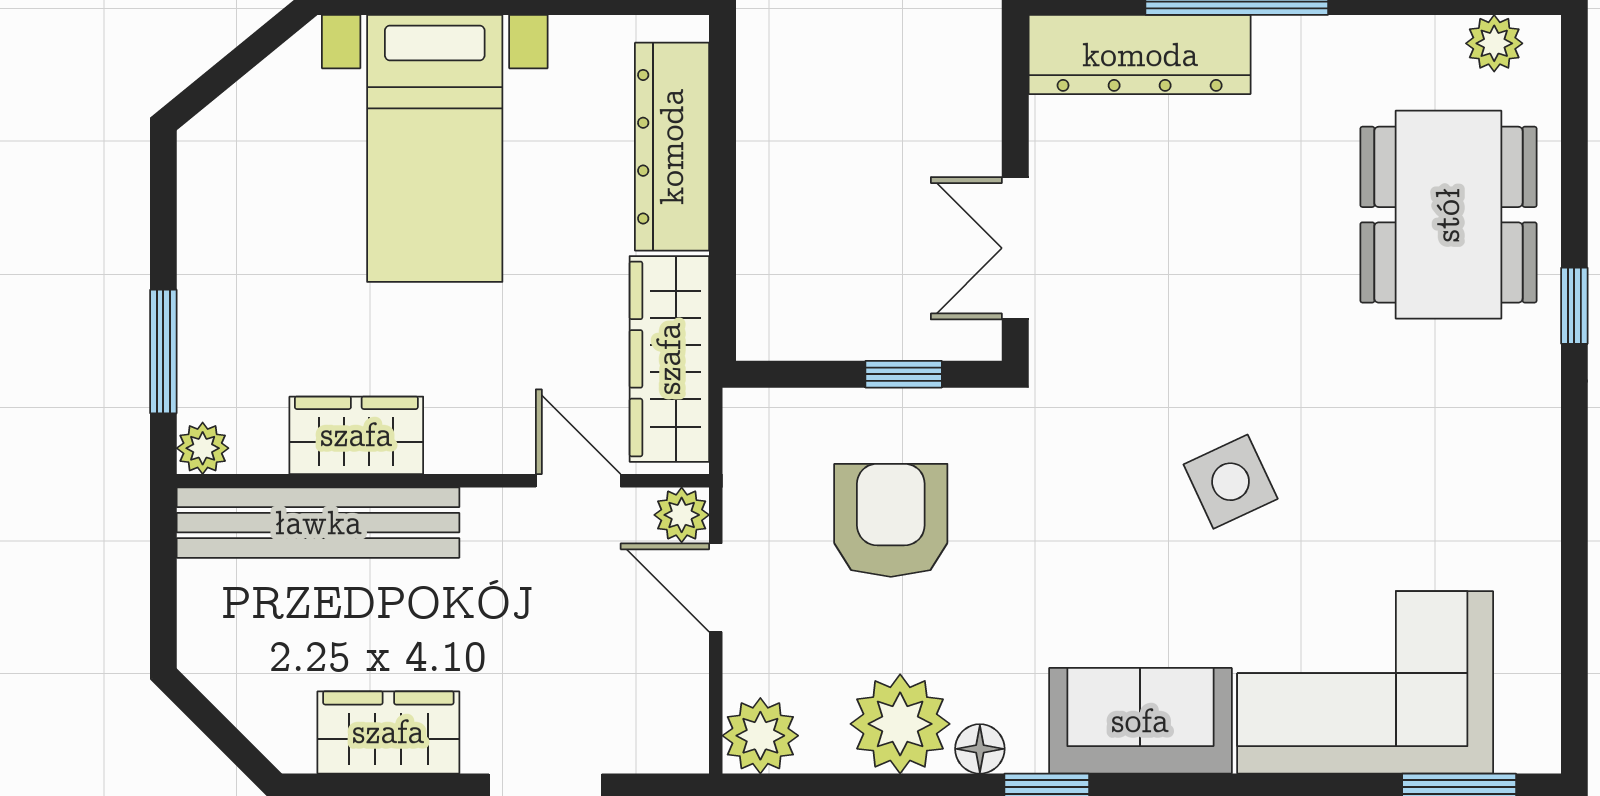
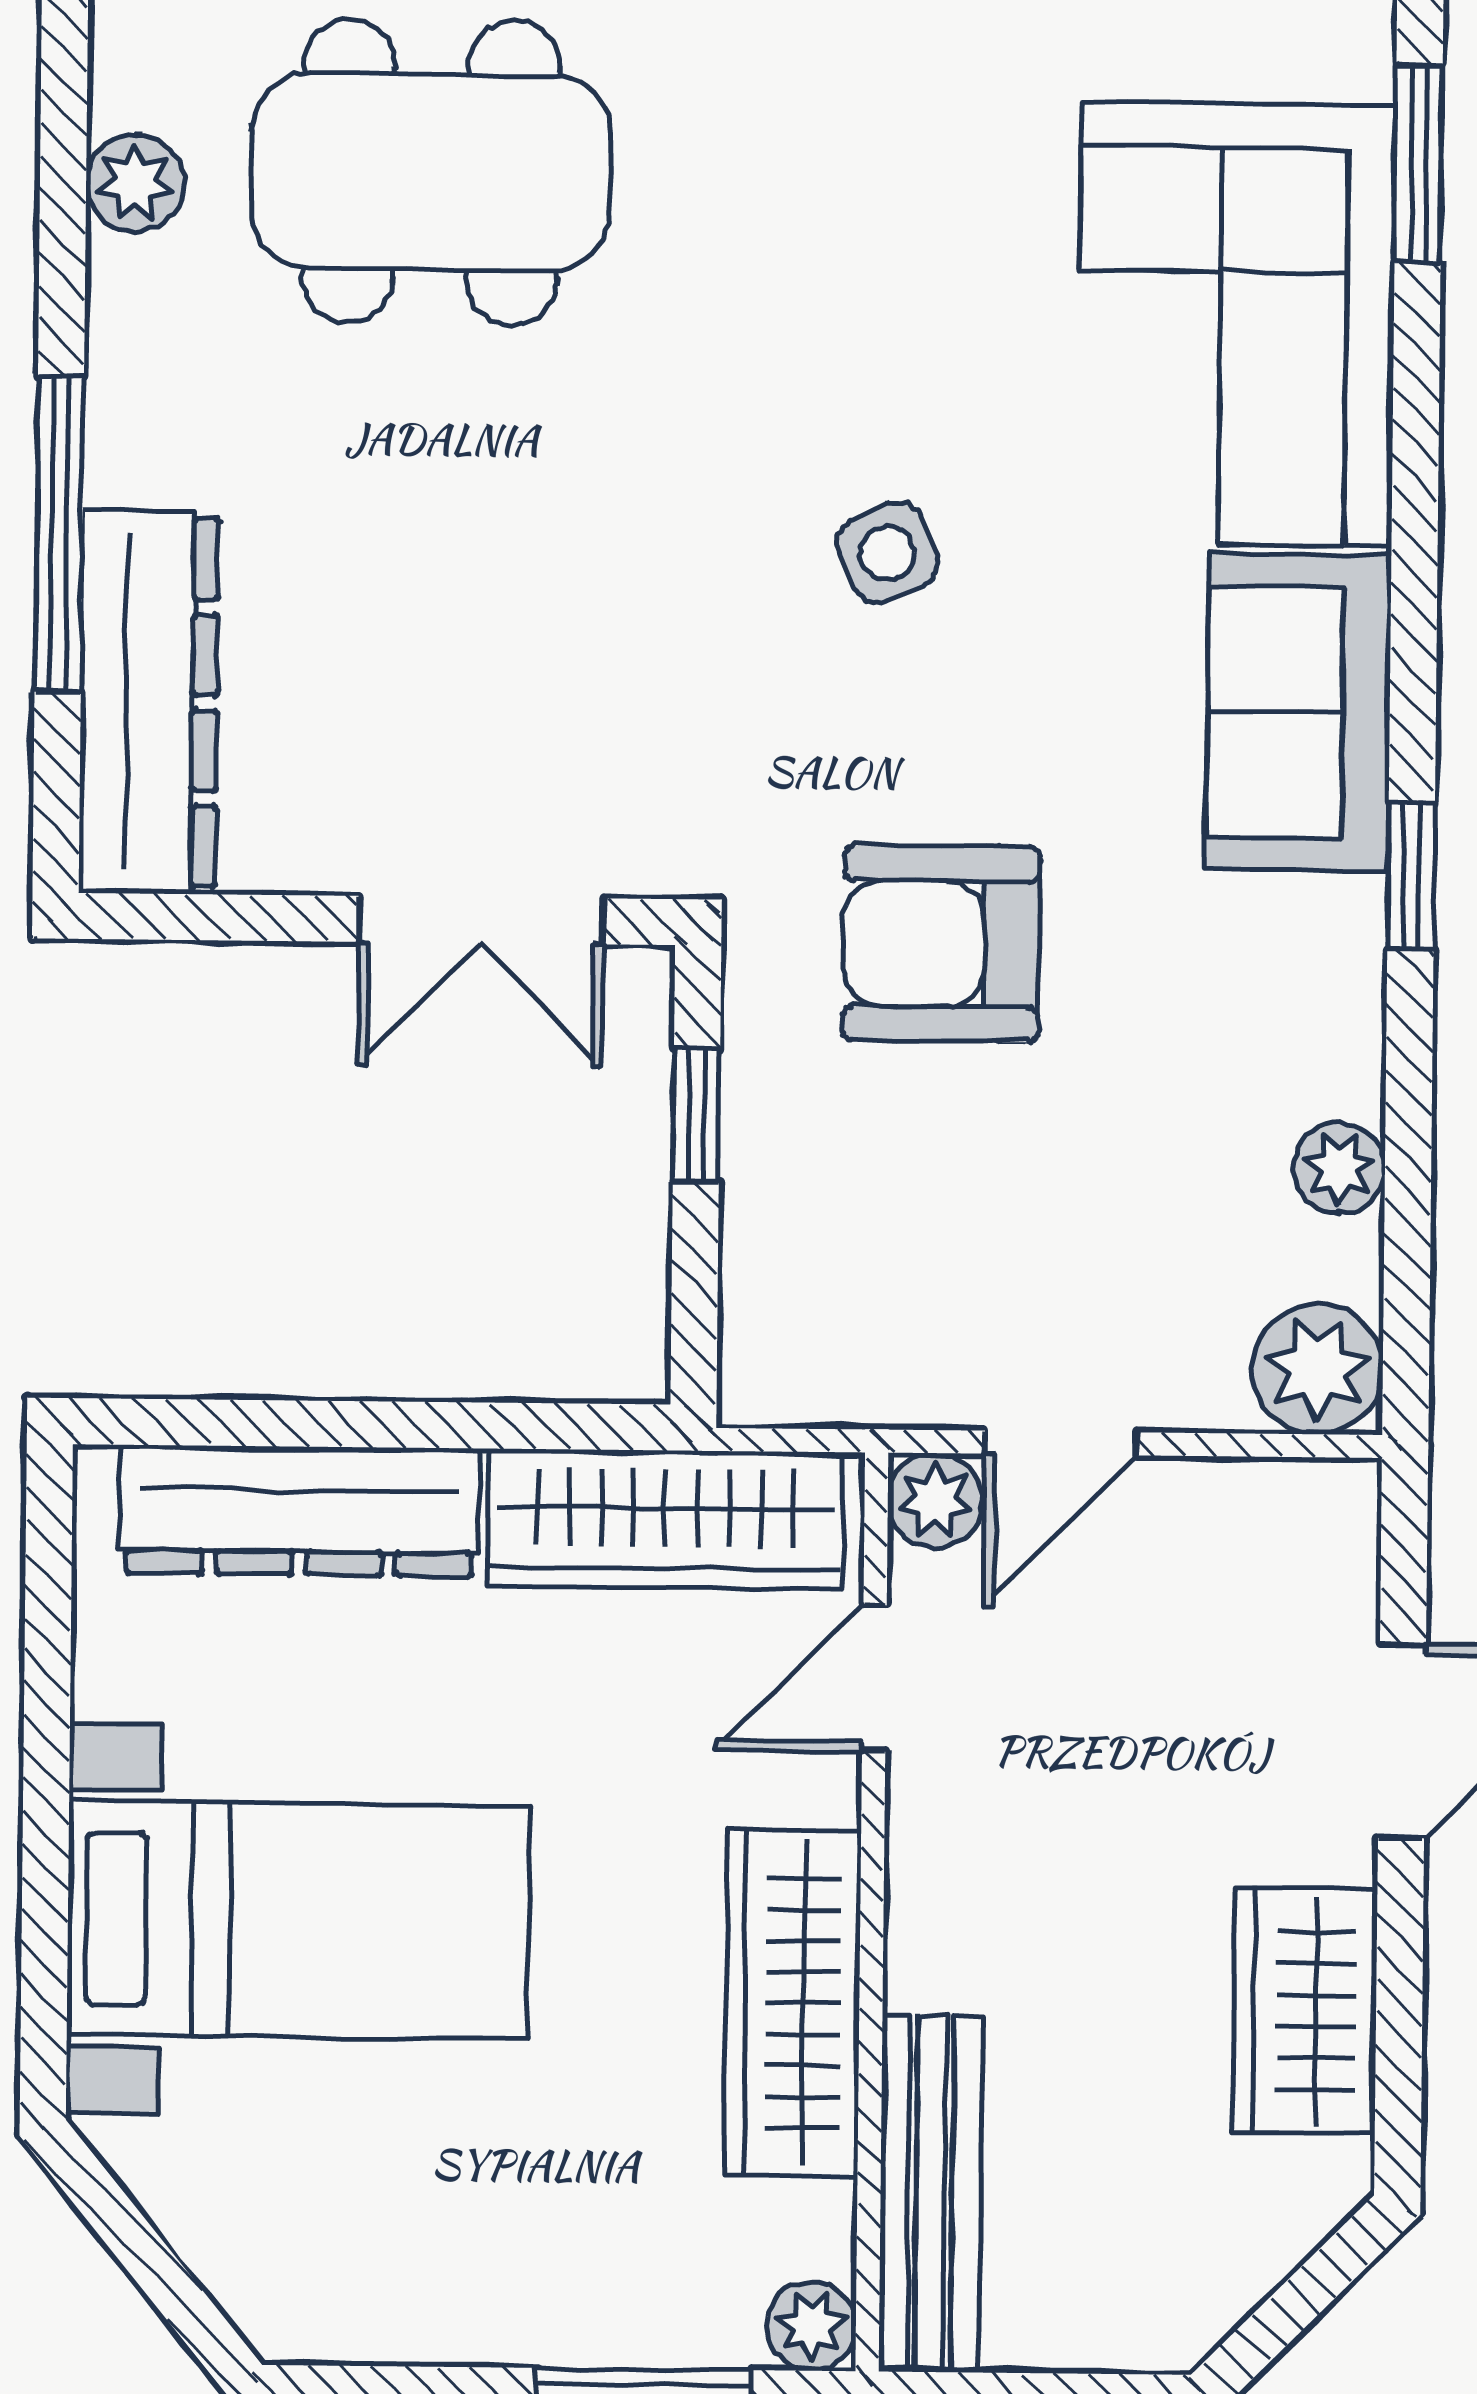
plant: (1494, 43) -> (135, 183), moved
wardrobe: (356, 435) -> (793, 2003), width x1.50
side table: (1231, 482) -> (888, 553), width x0.73, depth x0.73
armchair: (891, 520) -> (941, 944), moved
bench: (318, 523) -> (930, 2194), width x0.73, depth x0.82
plant: (900, 724) -> (1339, 1168), width x0.53, depth x0.53
floor lamp: (980, 749) -> (1344, 990), removed

